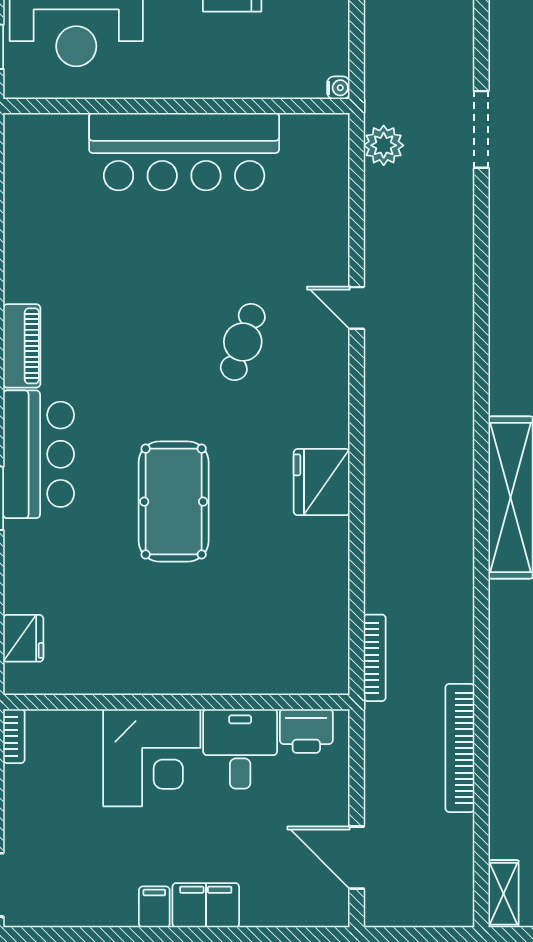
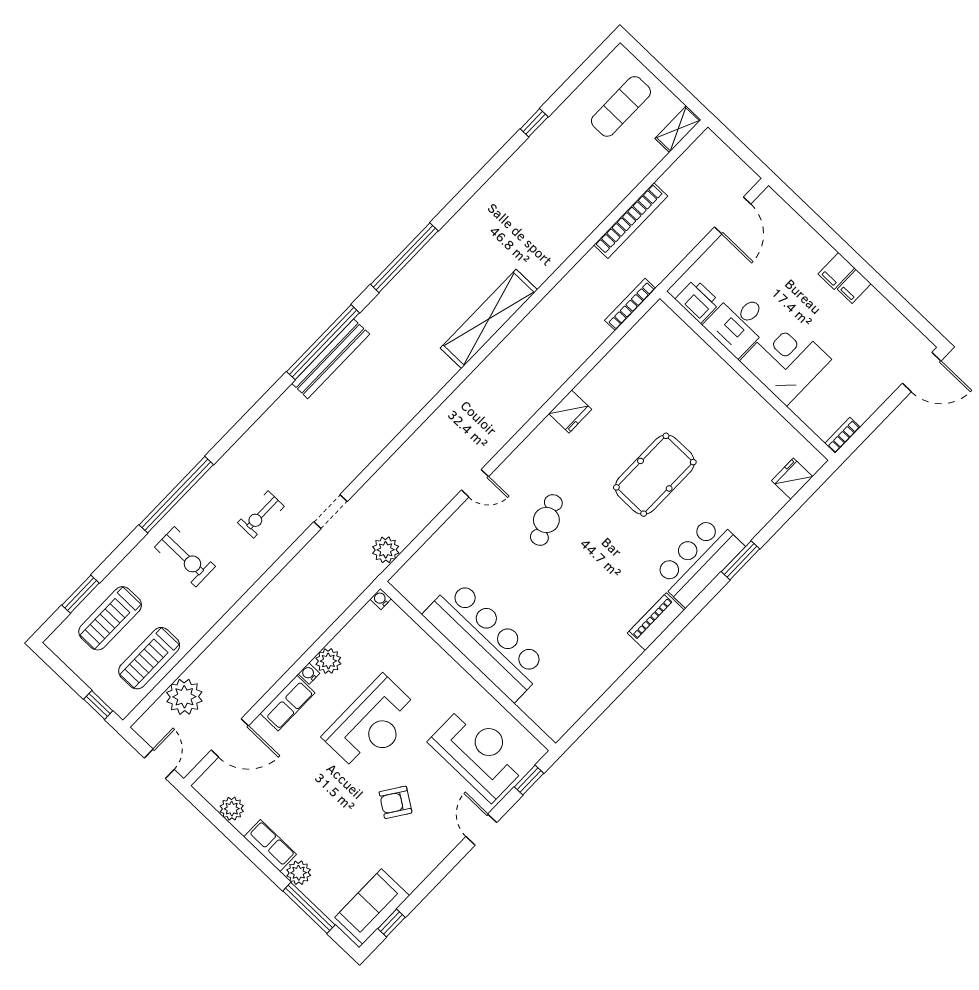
doorway: (481, 129) -> (331, 512), width x0.73
door: (357, 308) -> (475, 483), hinge flipped
cafe table: (243, 342) -> (546, 520), turned -41
fridge: (322, 482) -> (570, 412), width x0.73, depth x0.75
filing cabinet: (206, 905) -> (836, 271), width x0.50

